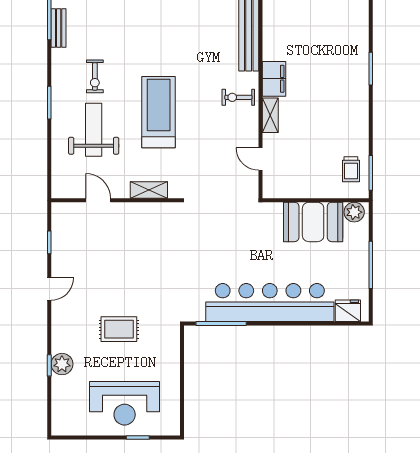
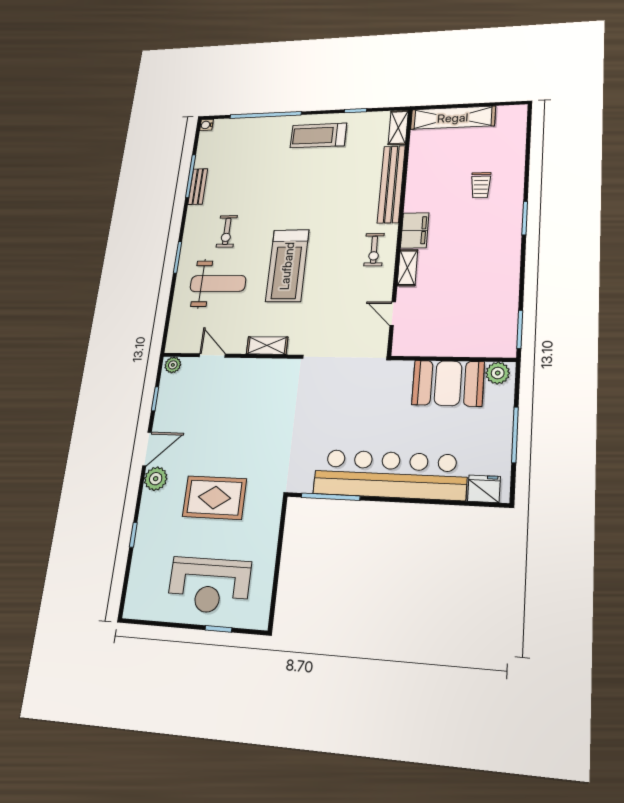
exercise bike: (238, 97) -> (374, 250), turned -91
treadmill: (159, 112) -> (287, 266), turned 180
weight bench: (94, 130) -> (218, 284), turned 90
trolley: (351, 169) -> (481, 185), moved
plant: (61, 210) -> (173, 365), added
door: (49, 289) -> (147, 449), width x1.38
rug: (119, 329) -> (215, 498), width x1.36, depth x1.43
plant: (62, 364) -> (156, 479), moved

